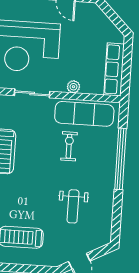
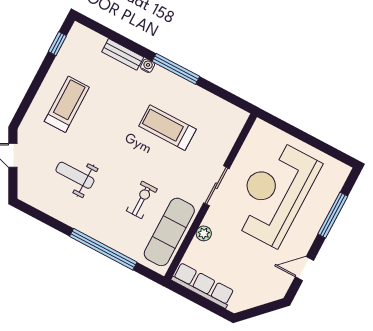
exercise bike: (69, 146) -> (142, 200), turned -90

